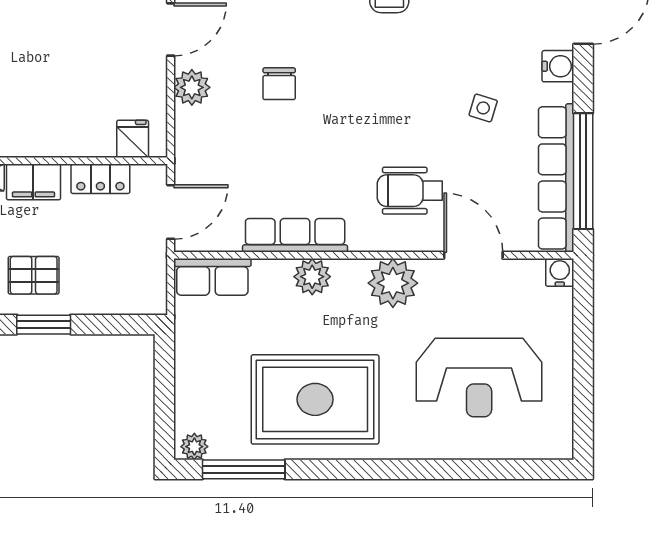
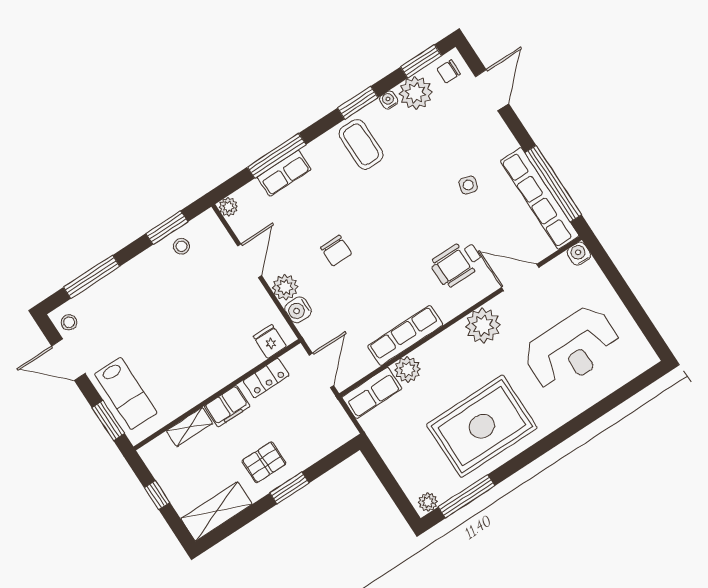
water cooler: (558, 66) -> (298, 310), moved, turned 180
plant: (312, 277) -> (408, 370), moved

